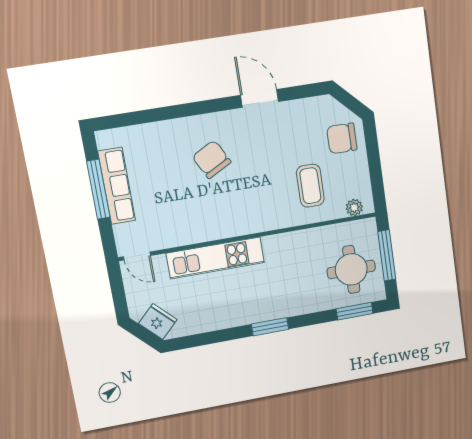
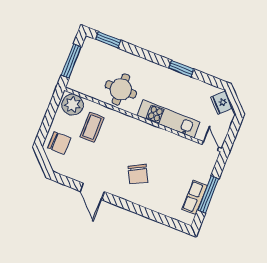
row of seats: (117, 186) -> (195, 197), width x0.68
plant: (354, 208) -> (73, 105), width x1.88, depth x1.88
round table: (351, 269) -> (121, 89), moved
window: (270, 327) -> (181, 69), moved

